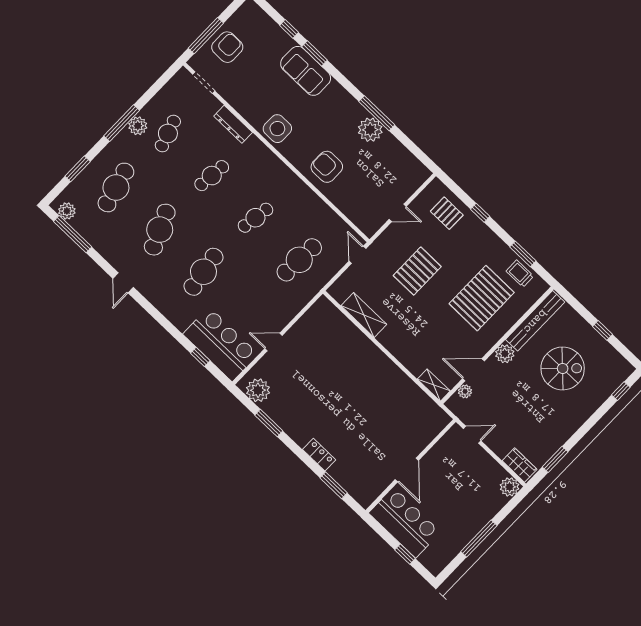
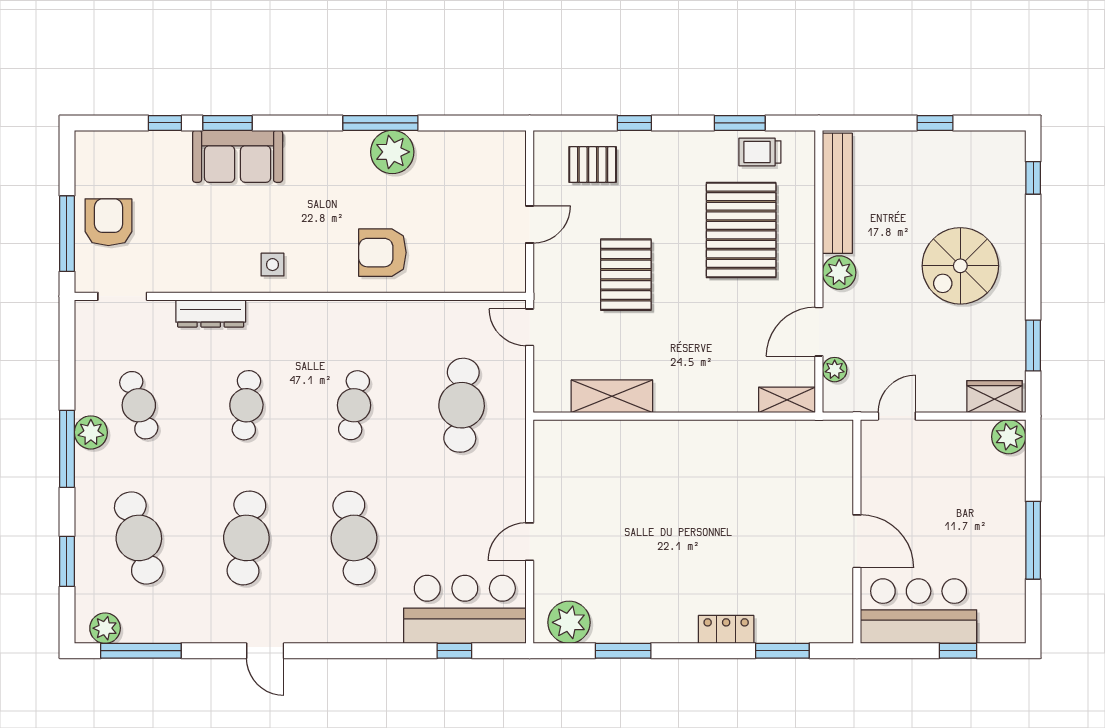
side table: (277, 129) -> (272, 265), width x0.54, depth x0.54
cafe table: (160, 230) -> (246, 538), turned 30
spiral stairs: (563, 368) -> (960, 266), moved, turned 180

